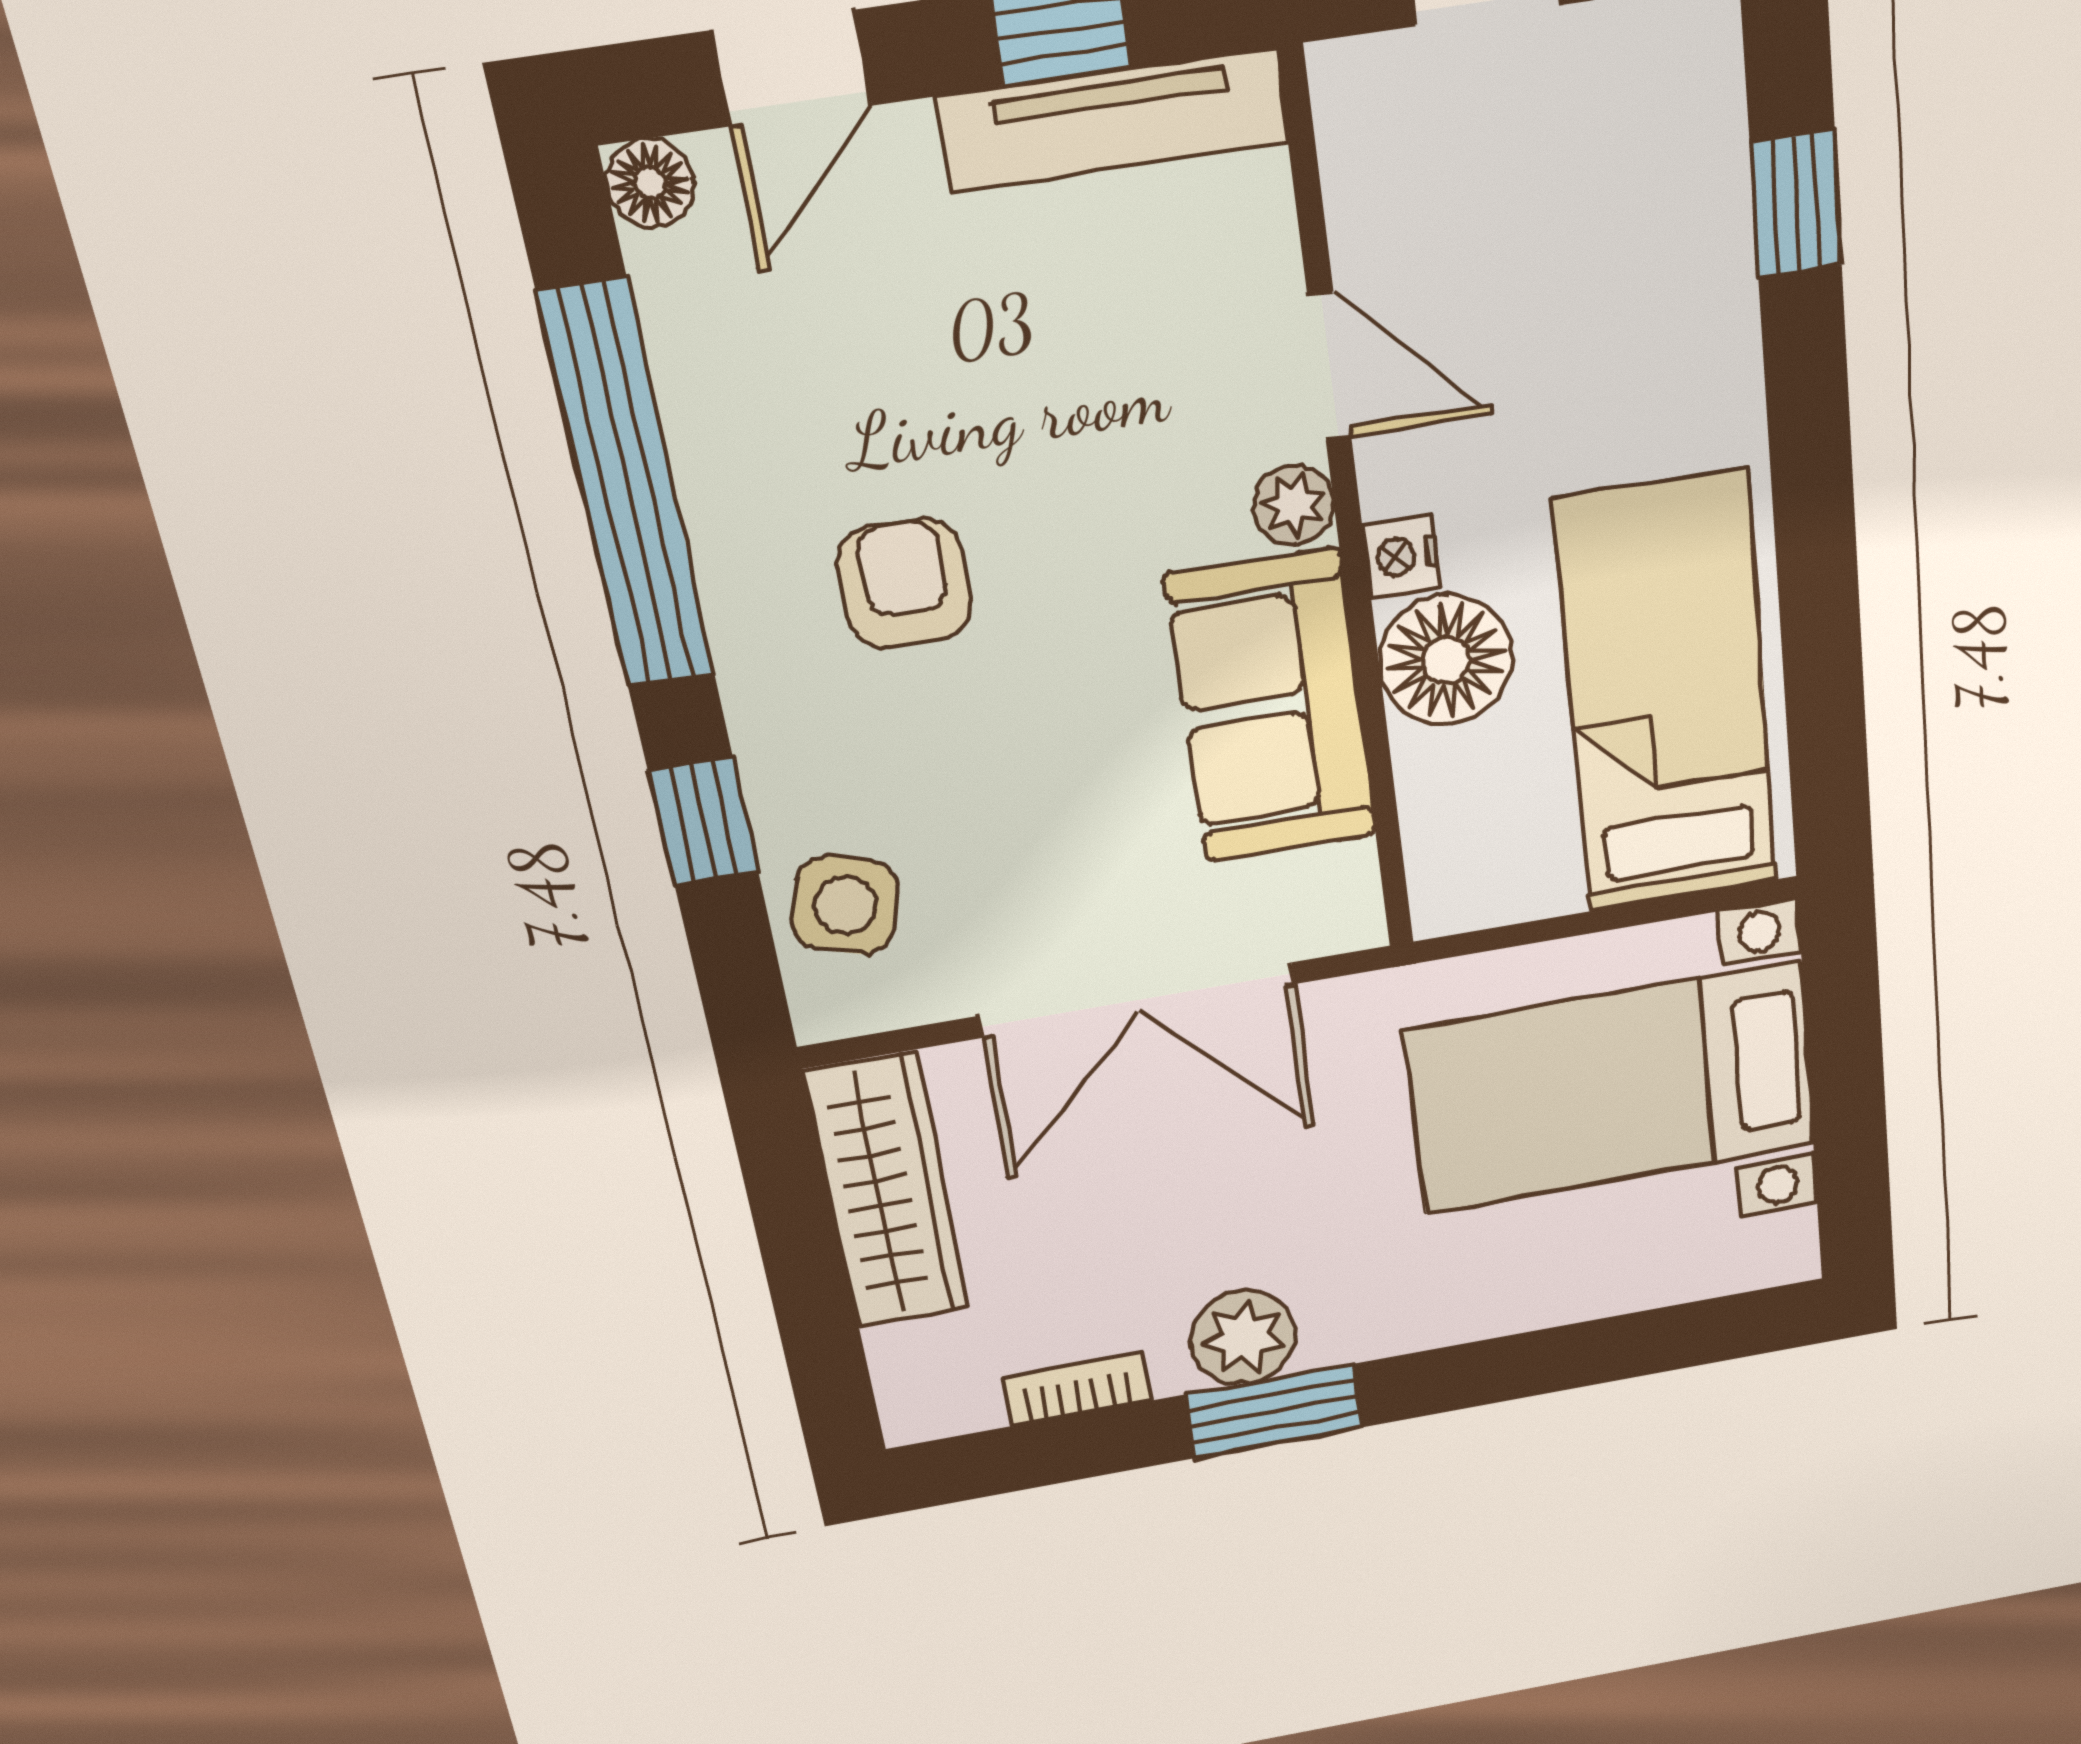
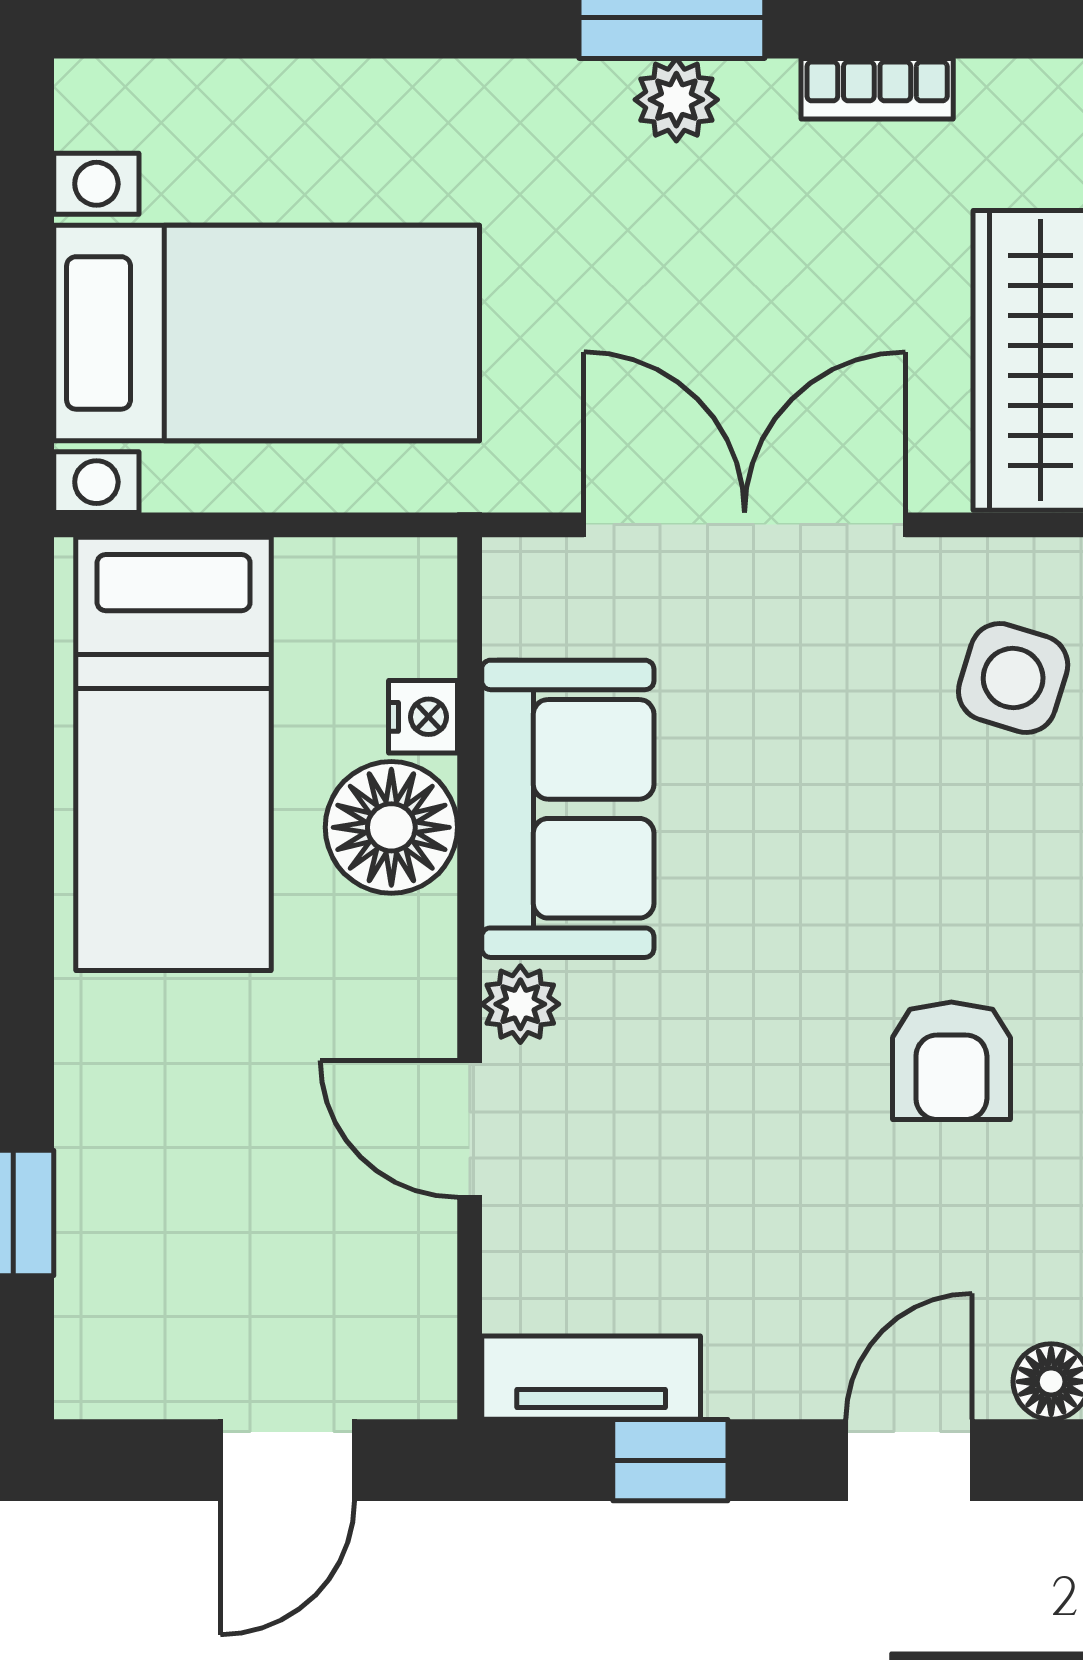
tv unit: (1114, 119) -> (591, 1378), width x0.71
nightstand: (1401, 556) -> (423, 717), moved
armchair: (904, 583) -> (951, 1061), moved
plant: (1243, 1337) -> (676, 100), width x0.73, depth x0.73

